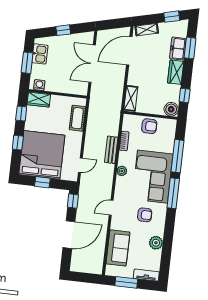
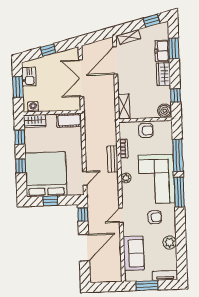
cot: (77, 118) -> (69, 120), moved, turned 90

